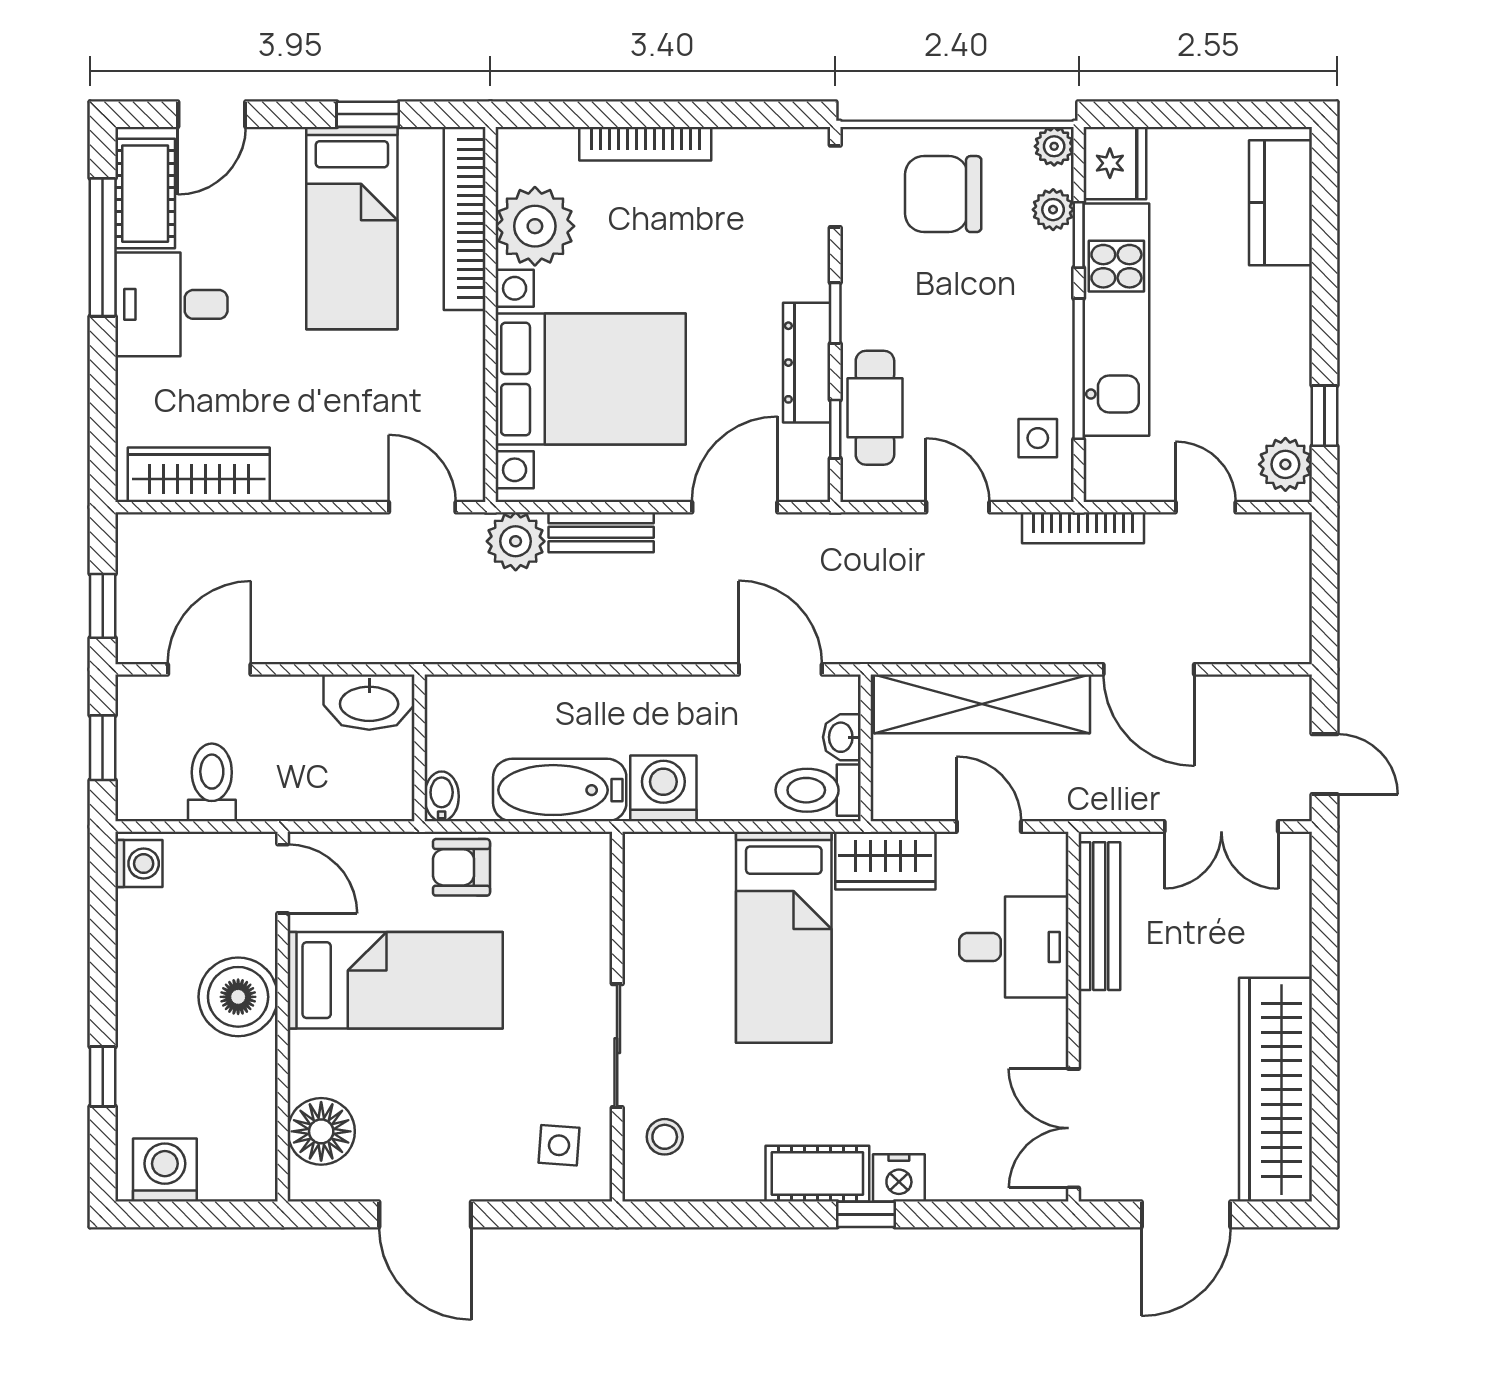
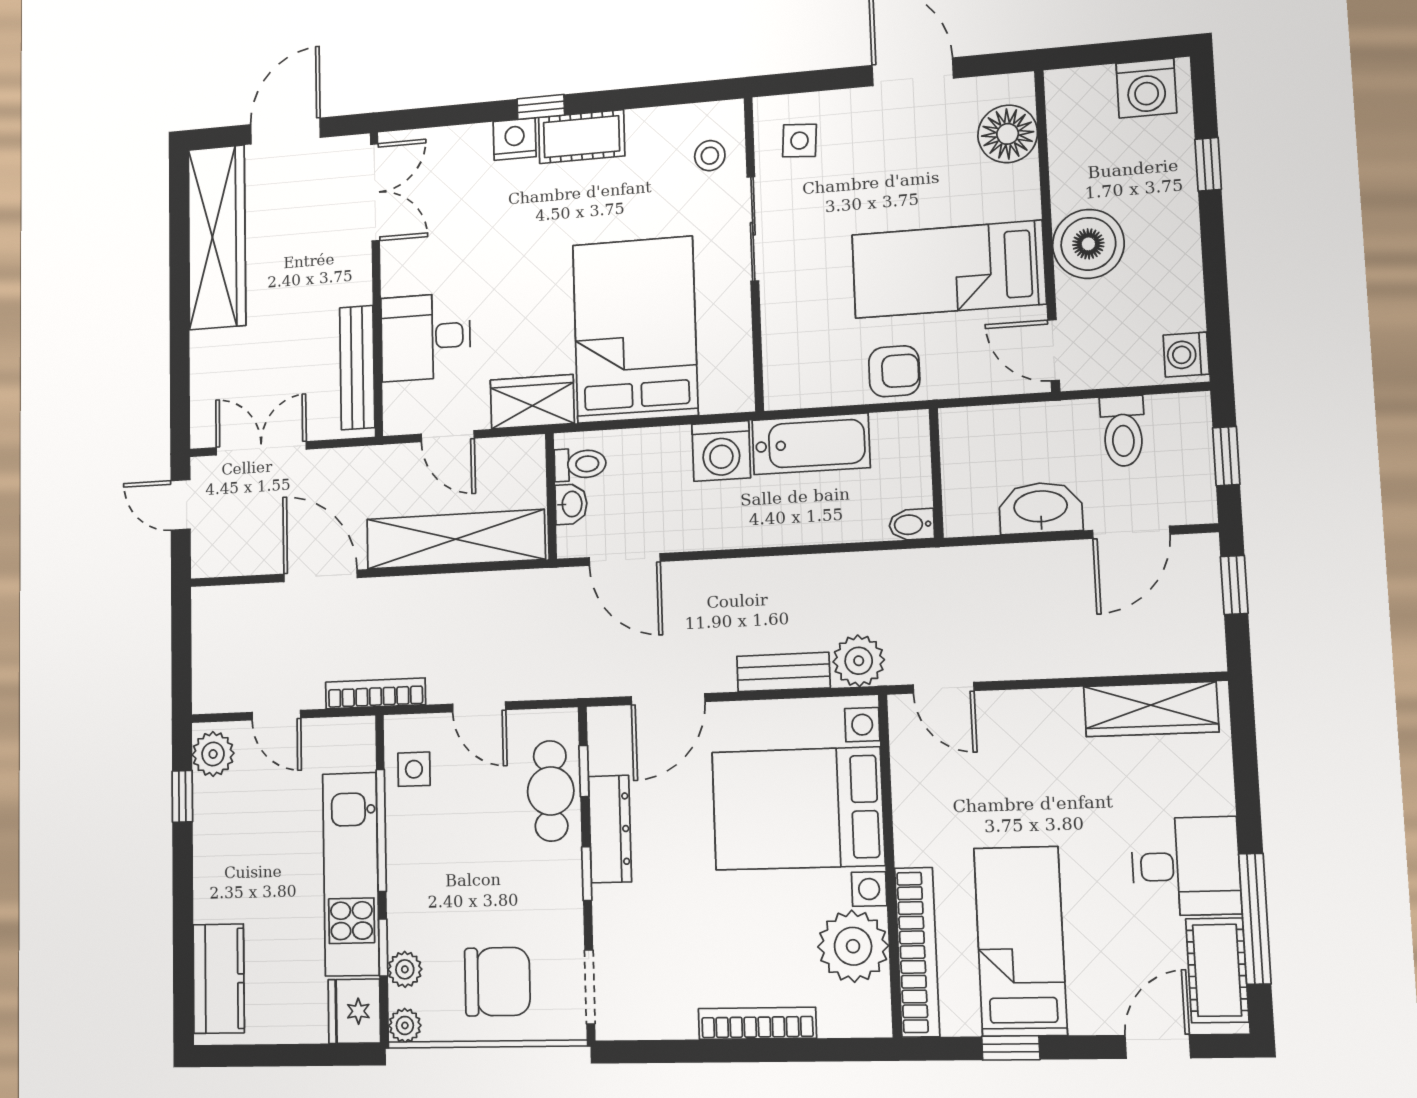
washbasin: (369, 702) -> (1041, 508), moved
toilet: (818, 790) -> (580, 464), width x0.73, depth x0.72
bidet: (442, 796) -> (912, 525), moved, turned 90
bed: (784, 937) -> (635, 330), width x1.50

